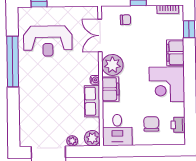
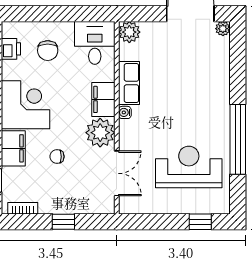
chair: (125, 20) -> (57, 157), moved
plant: (72, 141) -> (223, 29), moved

